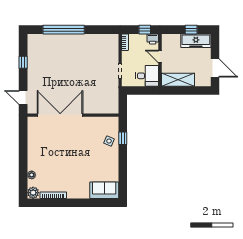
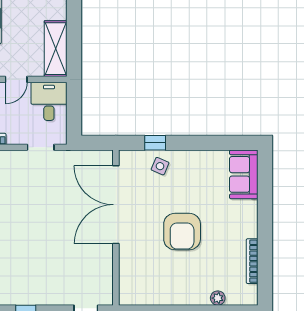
double door: (60, 115) -> (116, 205), moved
armchair: (71, 154) -> (182, 232), added
plant: (33, 193) -> (248, 295), removed

